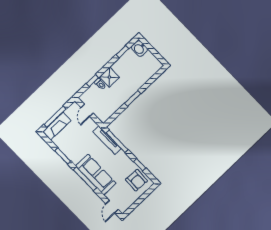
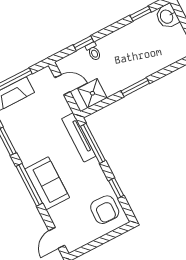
shower: (109, 77) -> (92, 93), moved
door: (87, 110) -> (62, 85), swing flipped
sofa: (96, 175) -> (47, 183), width x0.73

